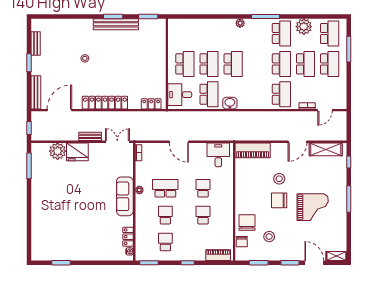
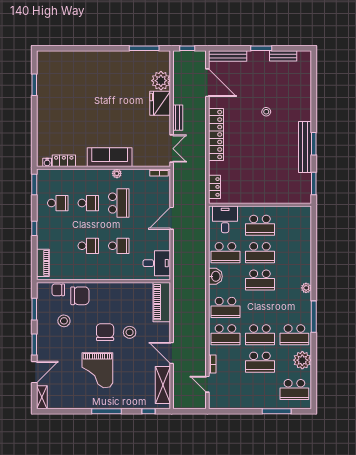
school desk: (330, 64) -> (225, 307), moved

